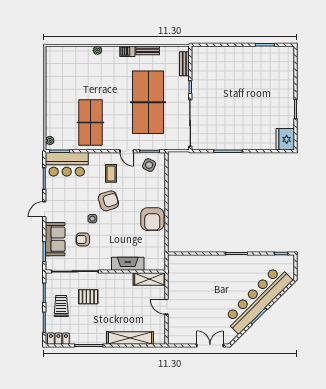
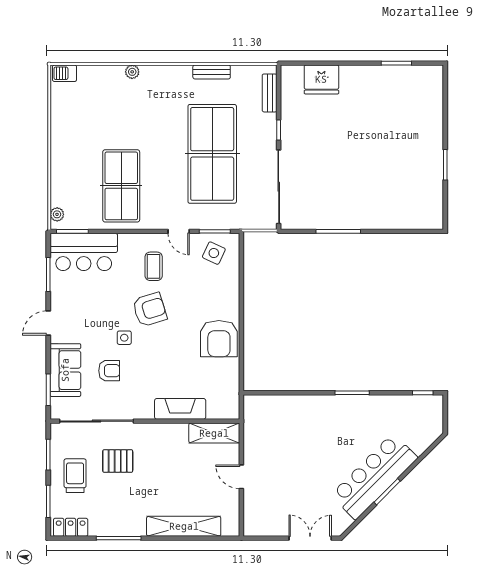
barbecue: (127, 51) -> (65, 73), moved
fridge: (285, 139) -> (321, 79), moved, turned -90
armchair: (83, 239) -> (109, 371), turned 180
bar counter: (258, 299) -> (374, 476), width x0.73

